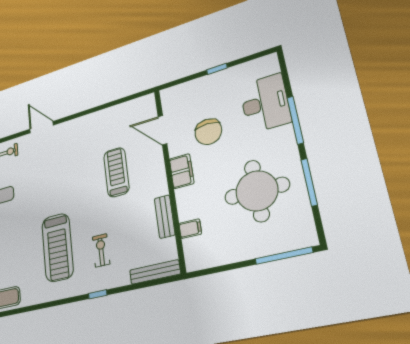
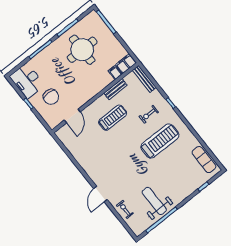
desk: (265, 103) -> (27, 81), moved, turned -90
chair: (208, 132) -> (51, 97), moved, turned 90
filing cabinet: (182, 171) -> (126, 64), moved
treadmill: (116, 172) -> (113, 118), moved, turned 180

